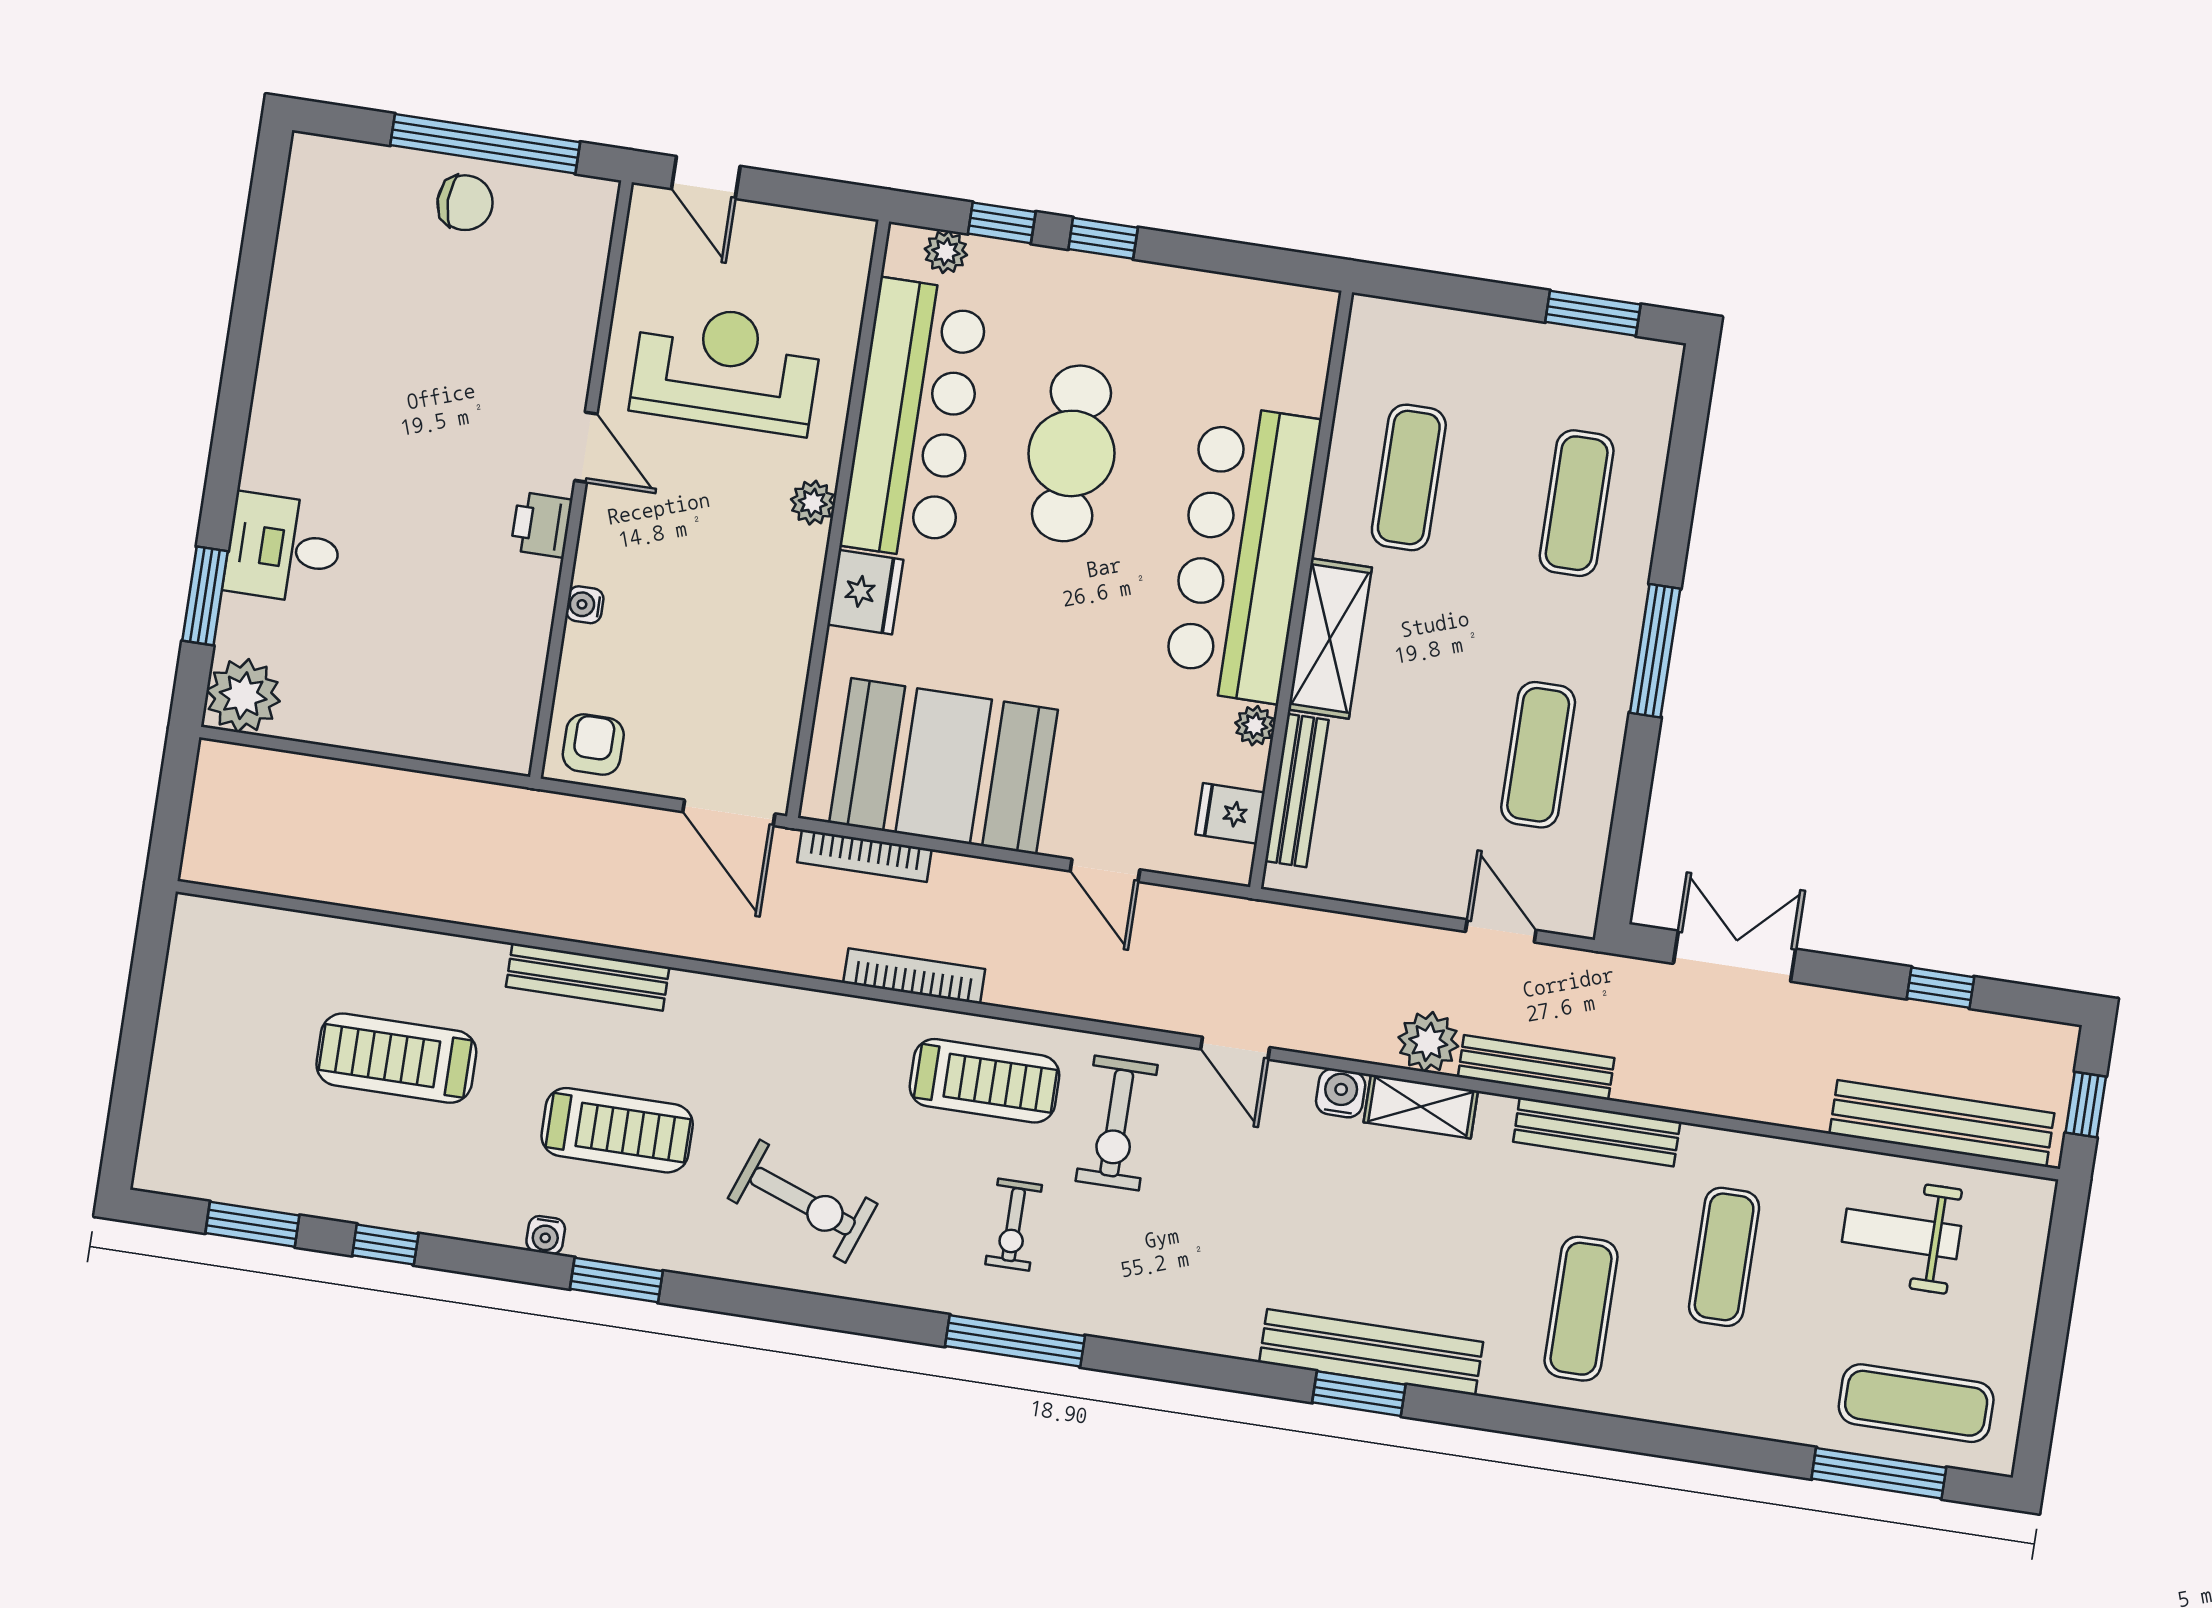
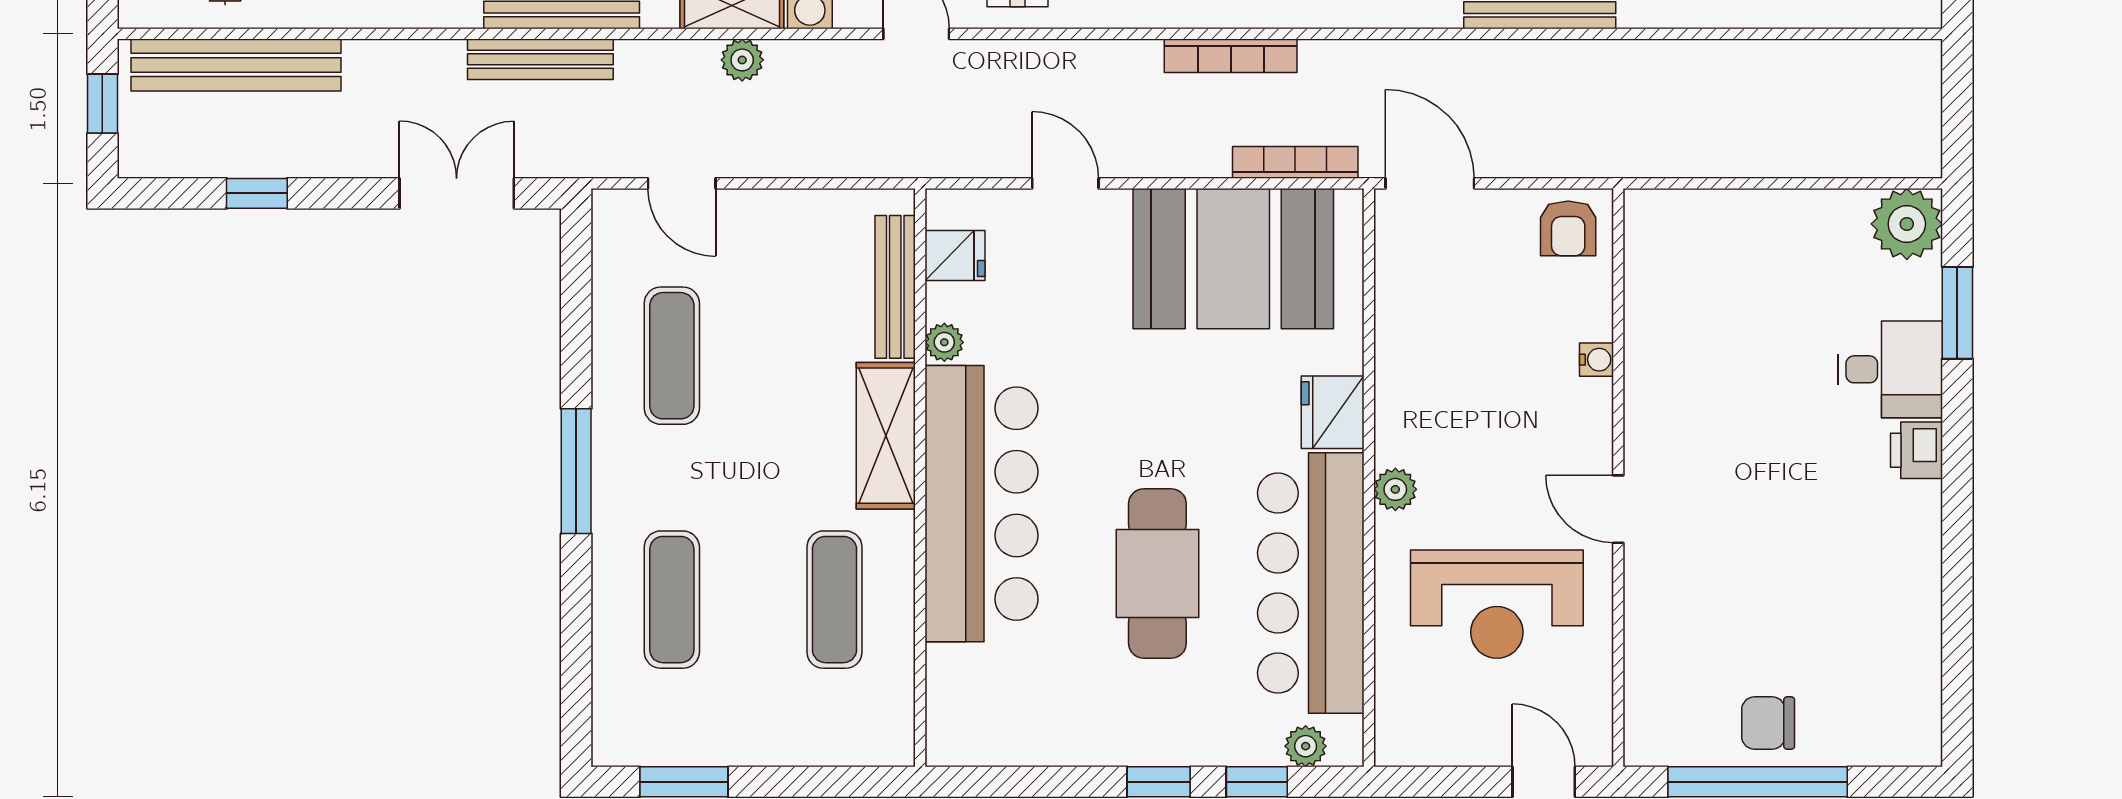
printer: (541, 525) -> (1916, 450), moved, turned 180
double door: (1734, 956) -> (457, 193), swing flipped
plant: (1428, 1042) -> (742, 60), width x0.73, depth x0.73
bench: (1536, 1067) -> (540, 59), moved

